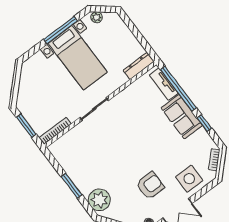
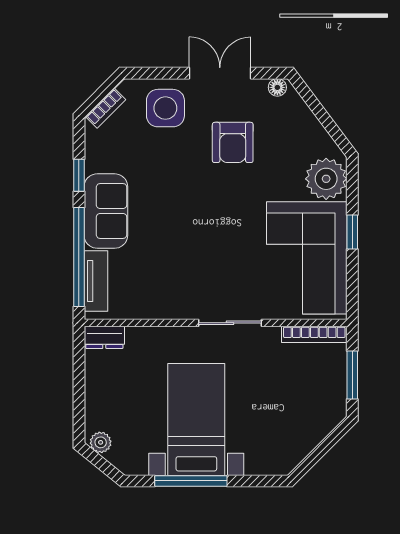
plant: (97, 17) -> (101, 442), moved
dresser: (139, 66) -> (104, 337), width x0.70
corner sofa: (82, 160) -> (307, 258), added
window: (72, 186) -> (352, 232), width x0.67
armchair: (150, 186) -> (233, 142), turned -90

